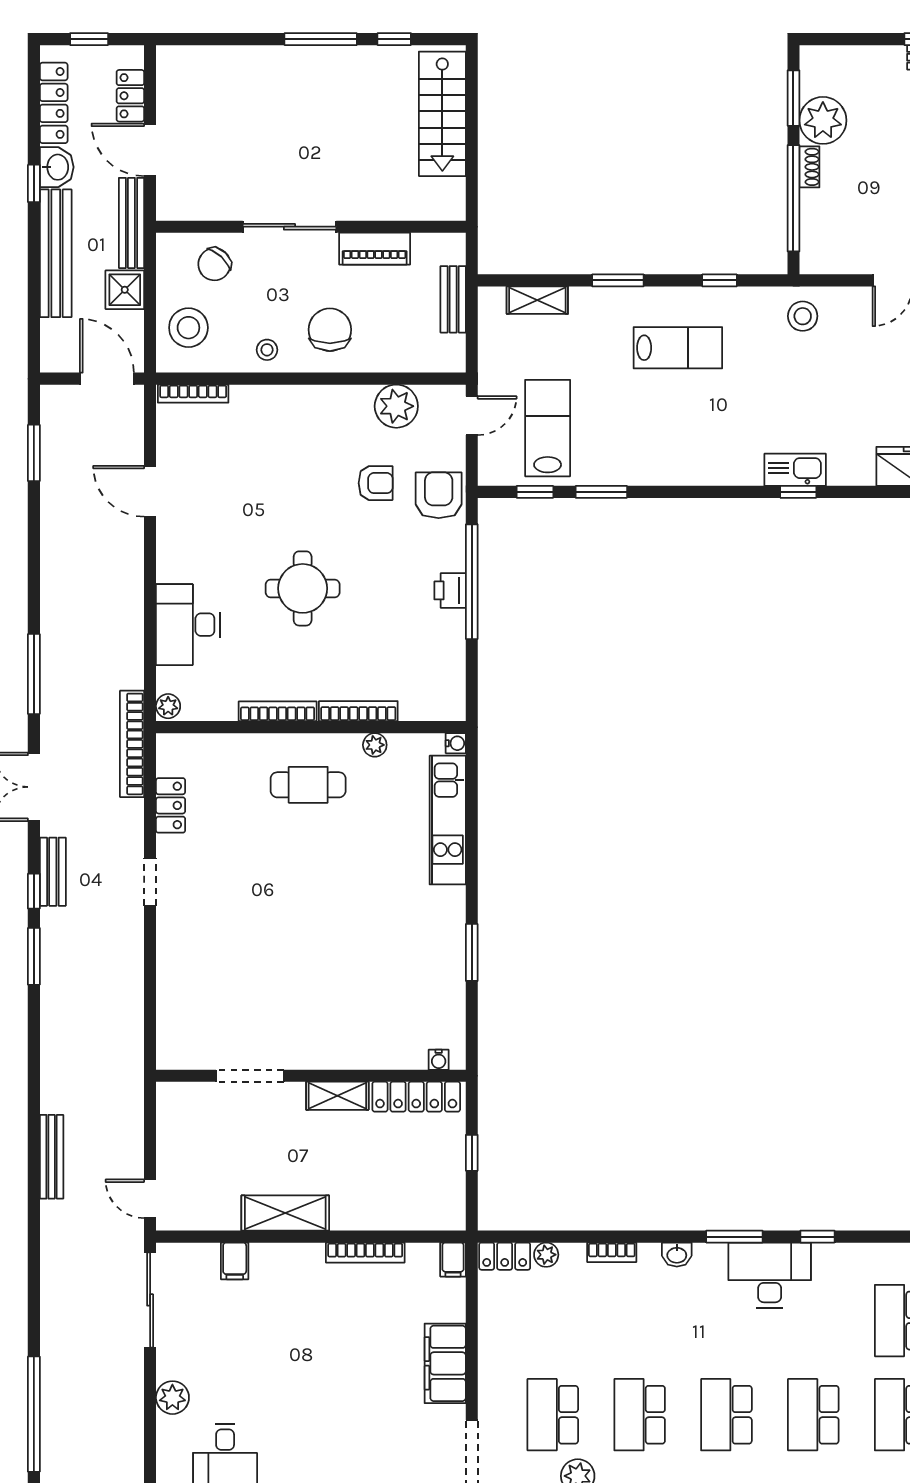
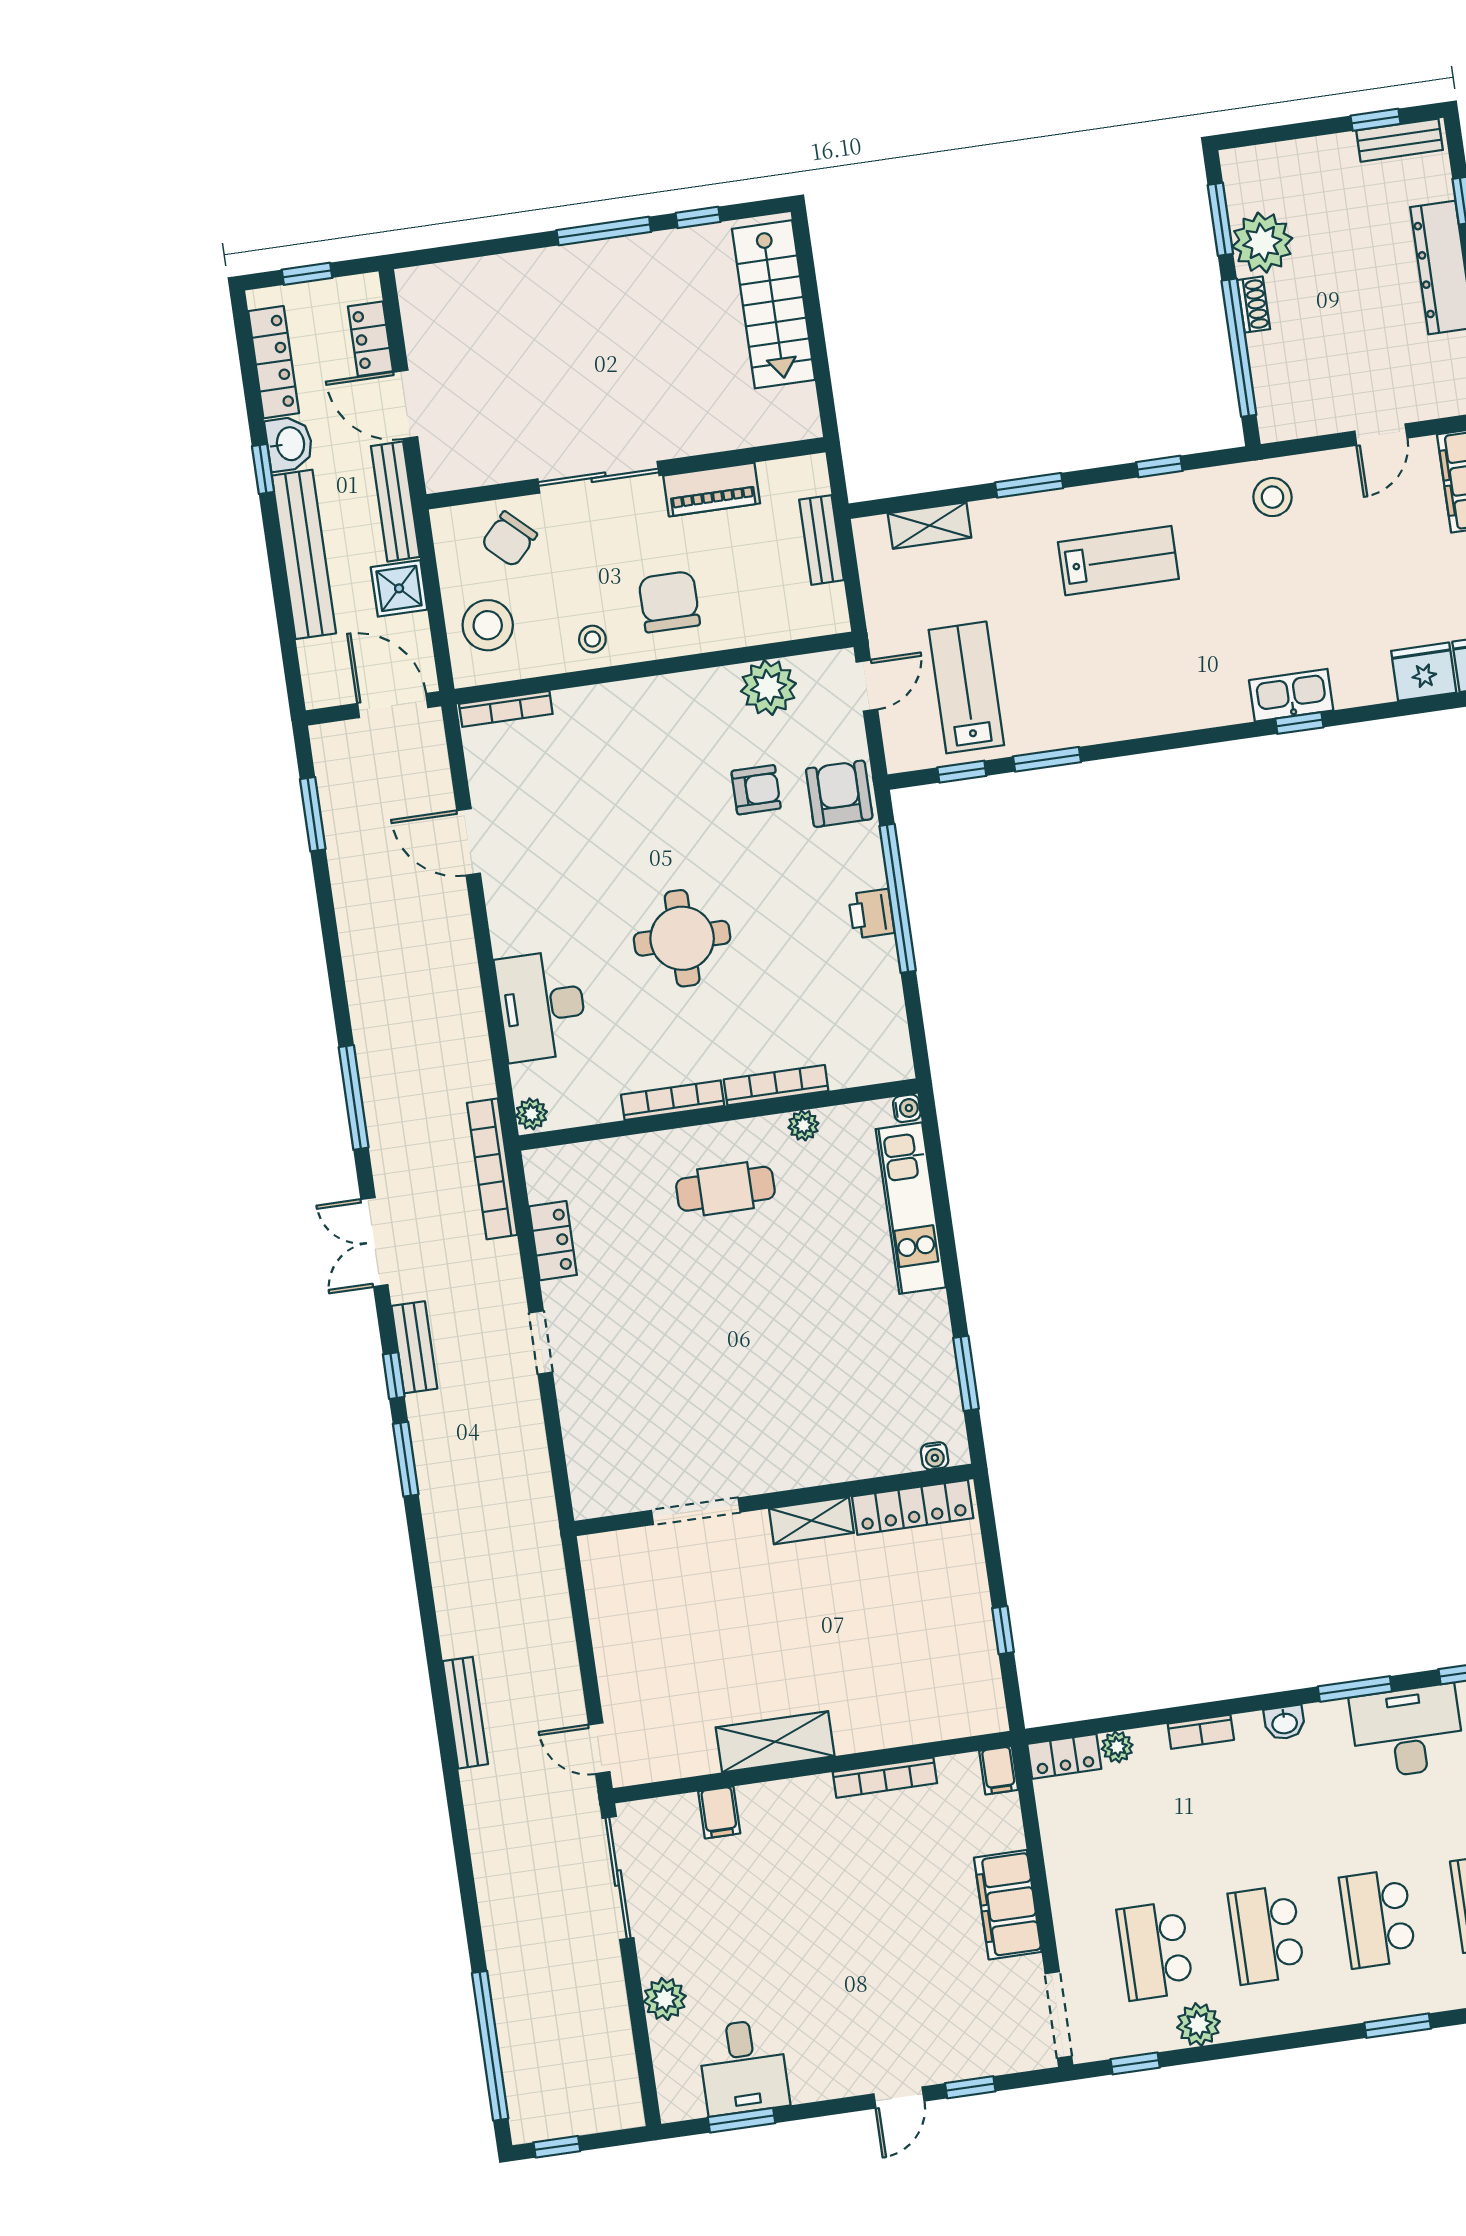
water cooler: (439, 1060) -> (935, 1456), moved
doorway: (250, 1076) -> (696, 1511), moved
wall: (311, 1076) -> (774, 1500), moved
shelving: (337, 1096) -> (811, 1521), moved
locker: (416, 1097) -> (913, 1507), moved

